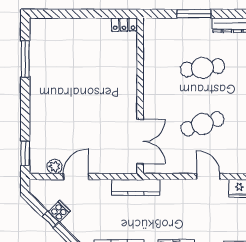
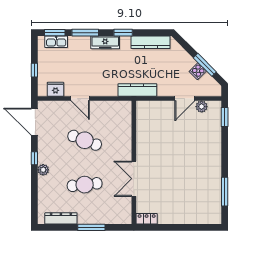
cafe table: (202, 124) -> (85, 140), turned 39
double door: (140, 142) -> (134, 179), moved
window: (50, 219) -> (205, 65), width x2.17

